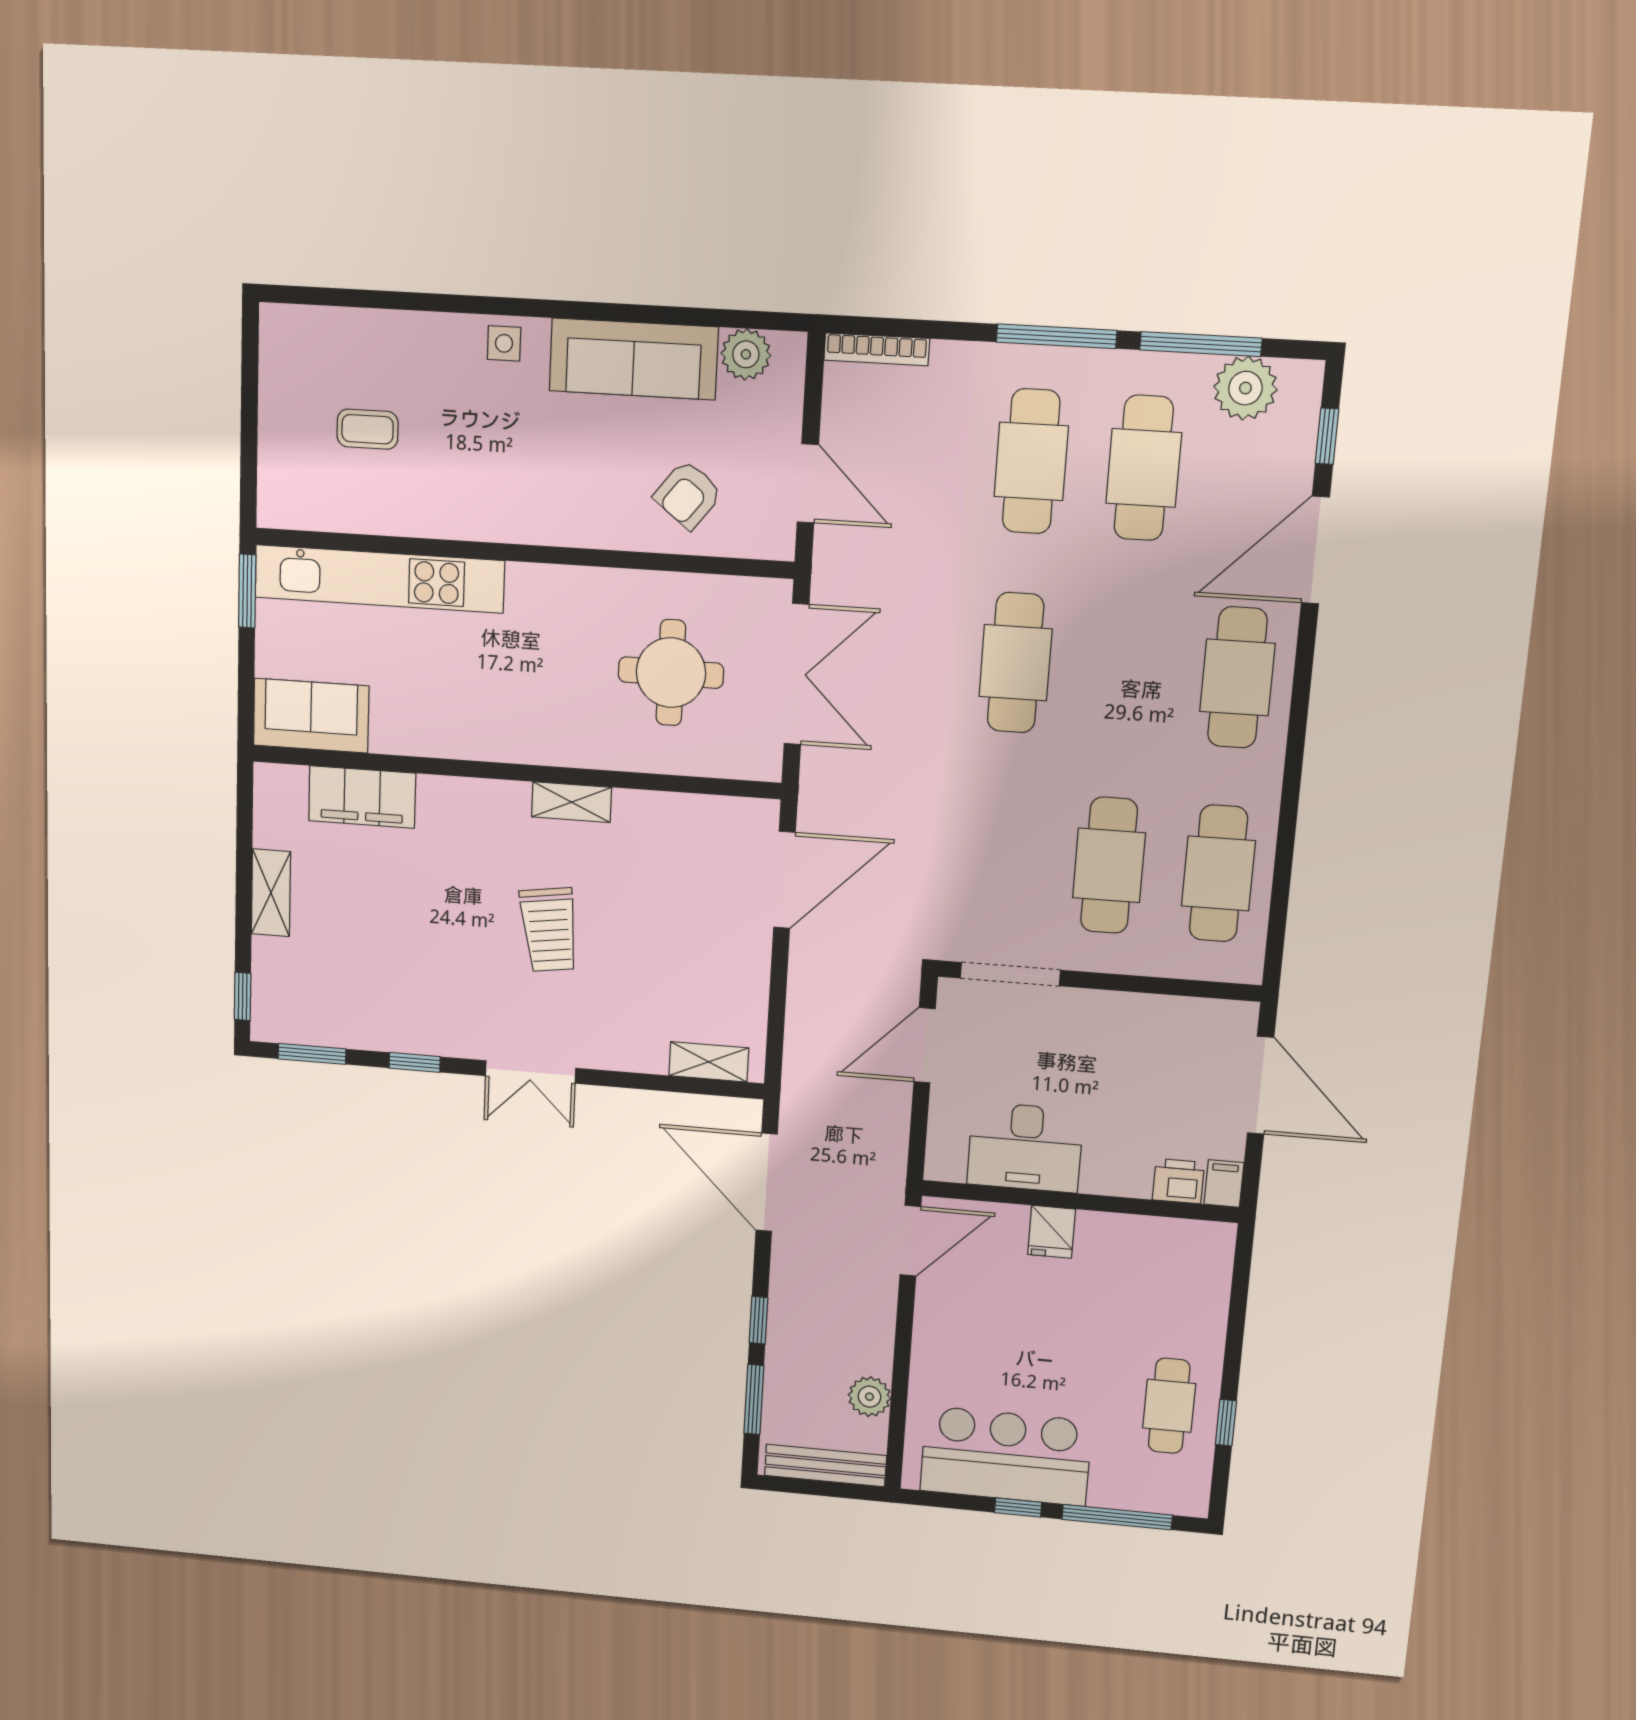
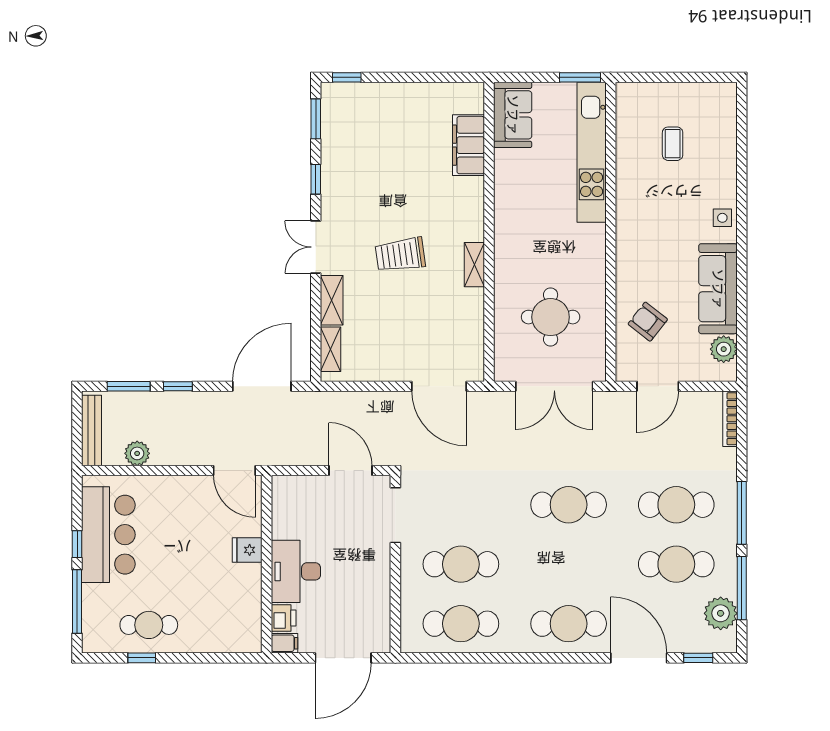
shelving: (271, 893) -> (332, 300), moved, turned 90
desk: (1025, 1147) -> (296, 571), moved

